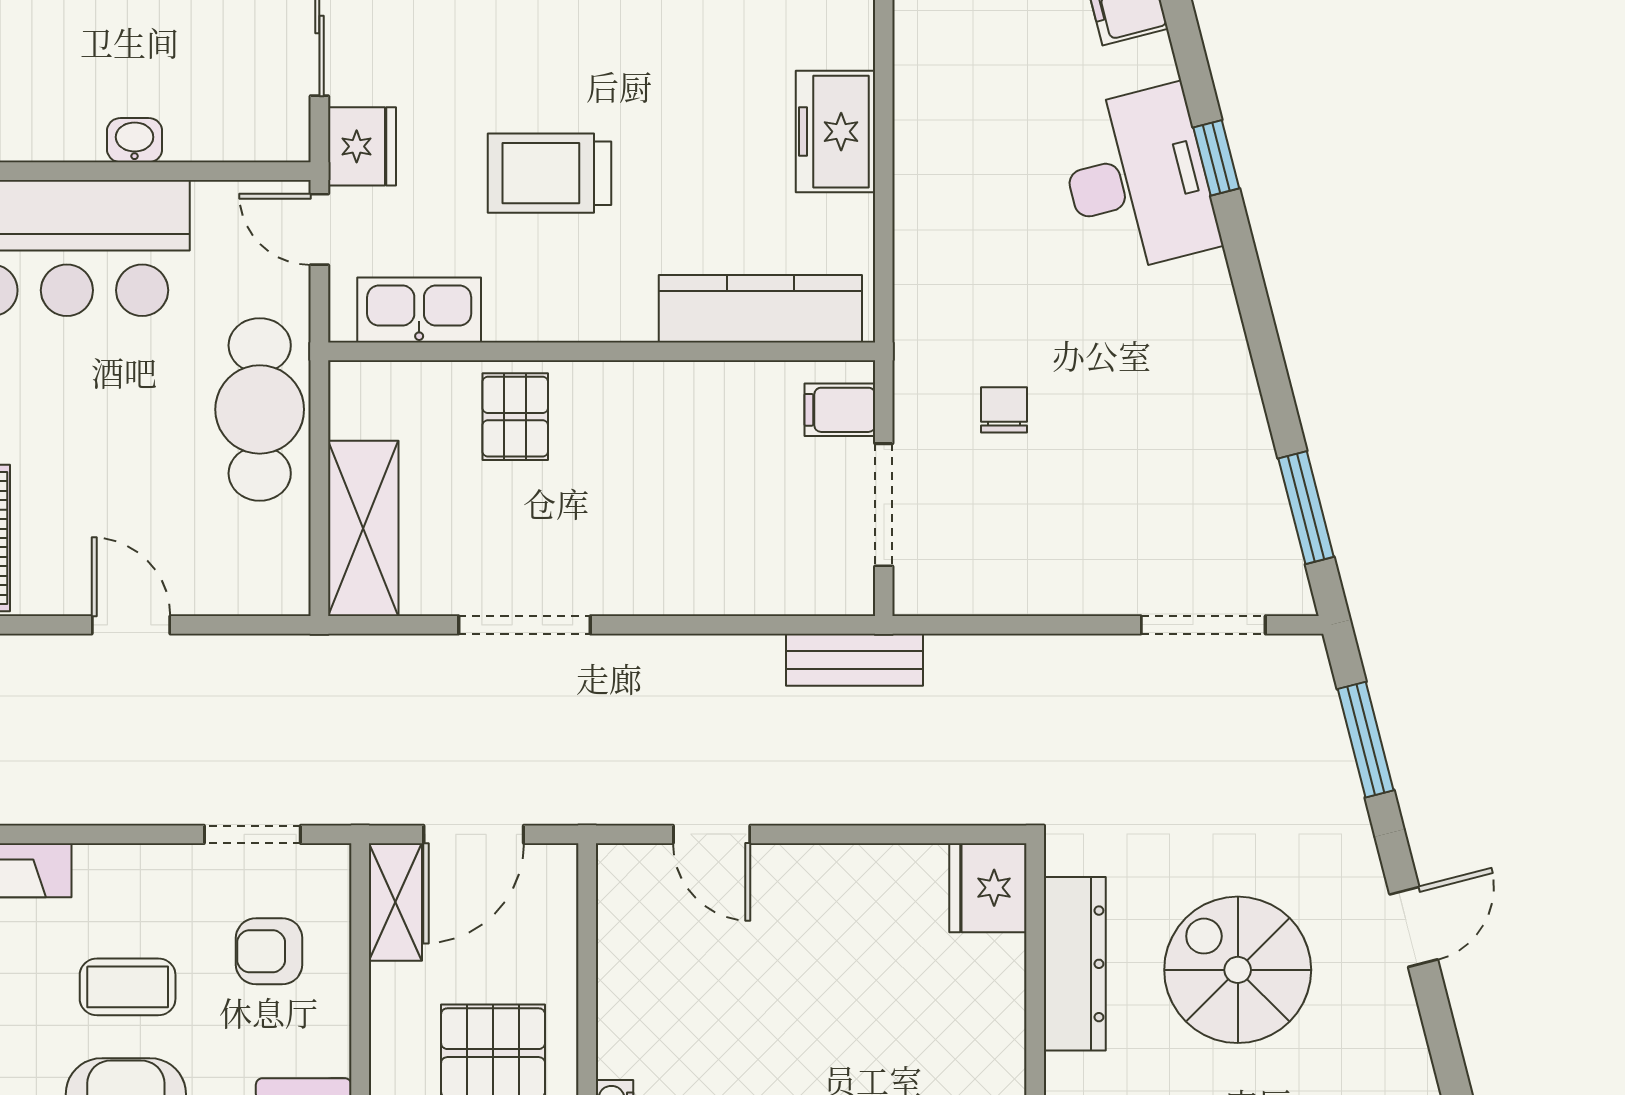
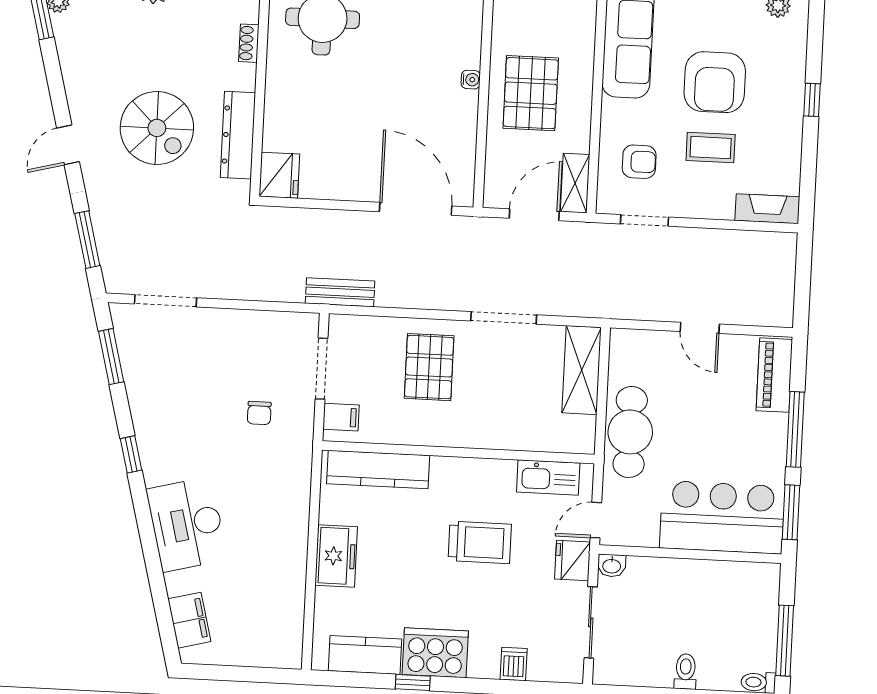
washbasin: (135, 140) -> (612, 566), moved
window: (1216, 158) -> (131, 454), moved
door: (319, 229) -> (596, 520), swing flipped
pallet: (515, 417) -> (429, 367), moved, width x1.50, depth x1.42
door: (712, 834) -> (416, 209), width x1.87

